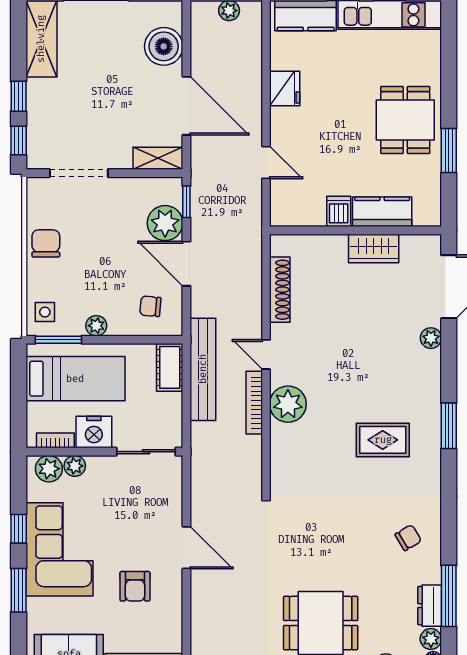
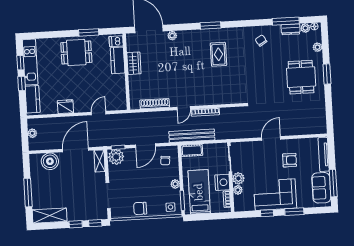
dishwasher: (339, 211) -> (116, 41), moved
plant: (165, 223) -> (116, 157), moved
plant: (288, 404) -> (205, 97), removed
plant: (49, 469) -> (238, 178), moved

